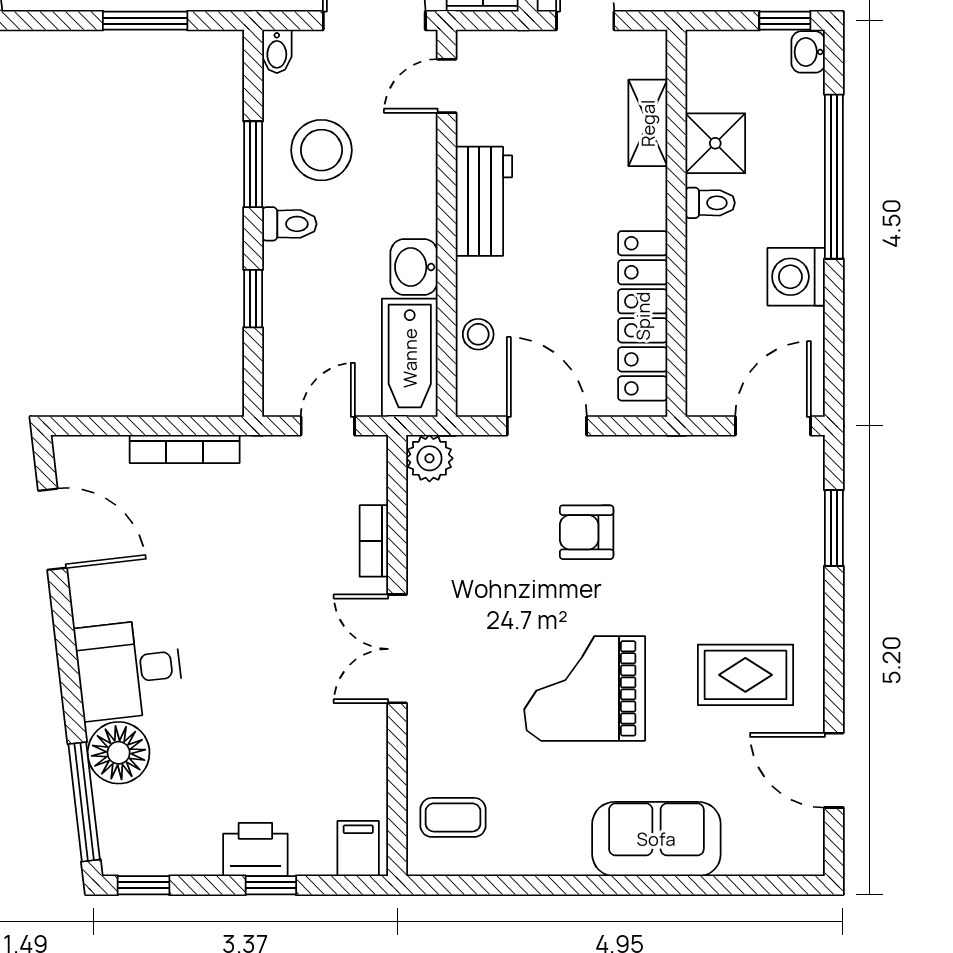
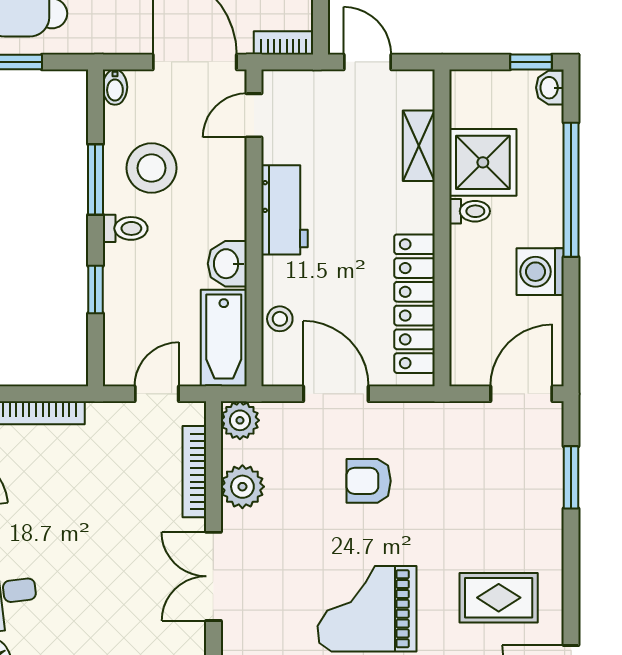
shower: (715, 143) -> (483, 162), width x1.36, depth x1.36
plant: (433, 539) -> (242, 487), added
bookcase: (374, 541) -> (194, 472), width x1.56

